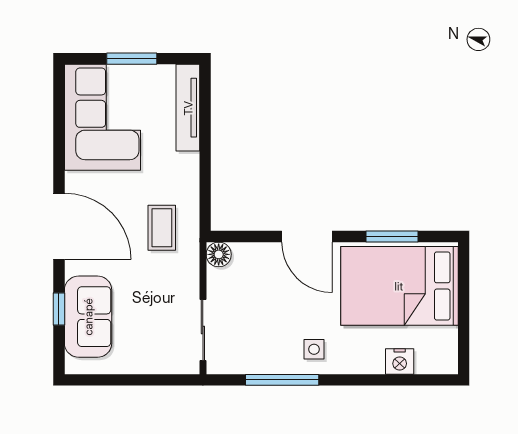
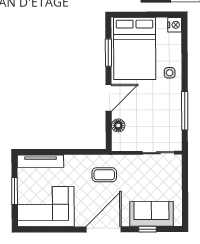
floor lamp: (219, 254) -> (118, 125), moved
side table: (314, 349) -> (170, 73), moved
nightstand: (400, 361) -> (175, 25), moved

